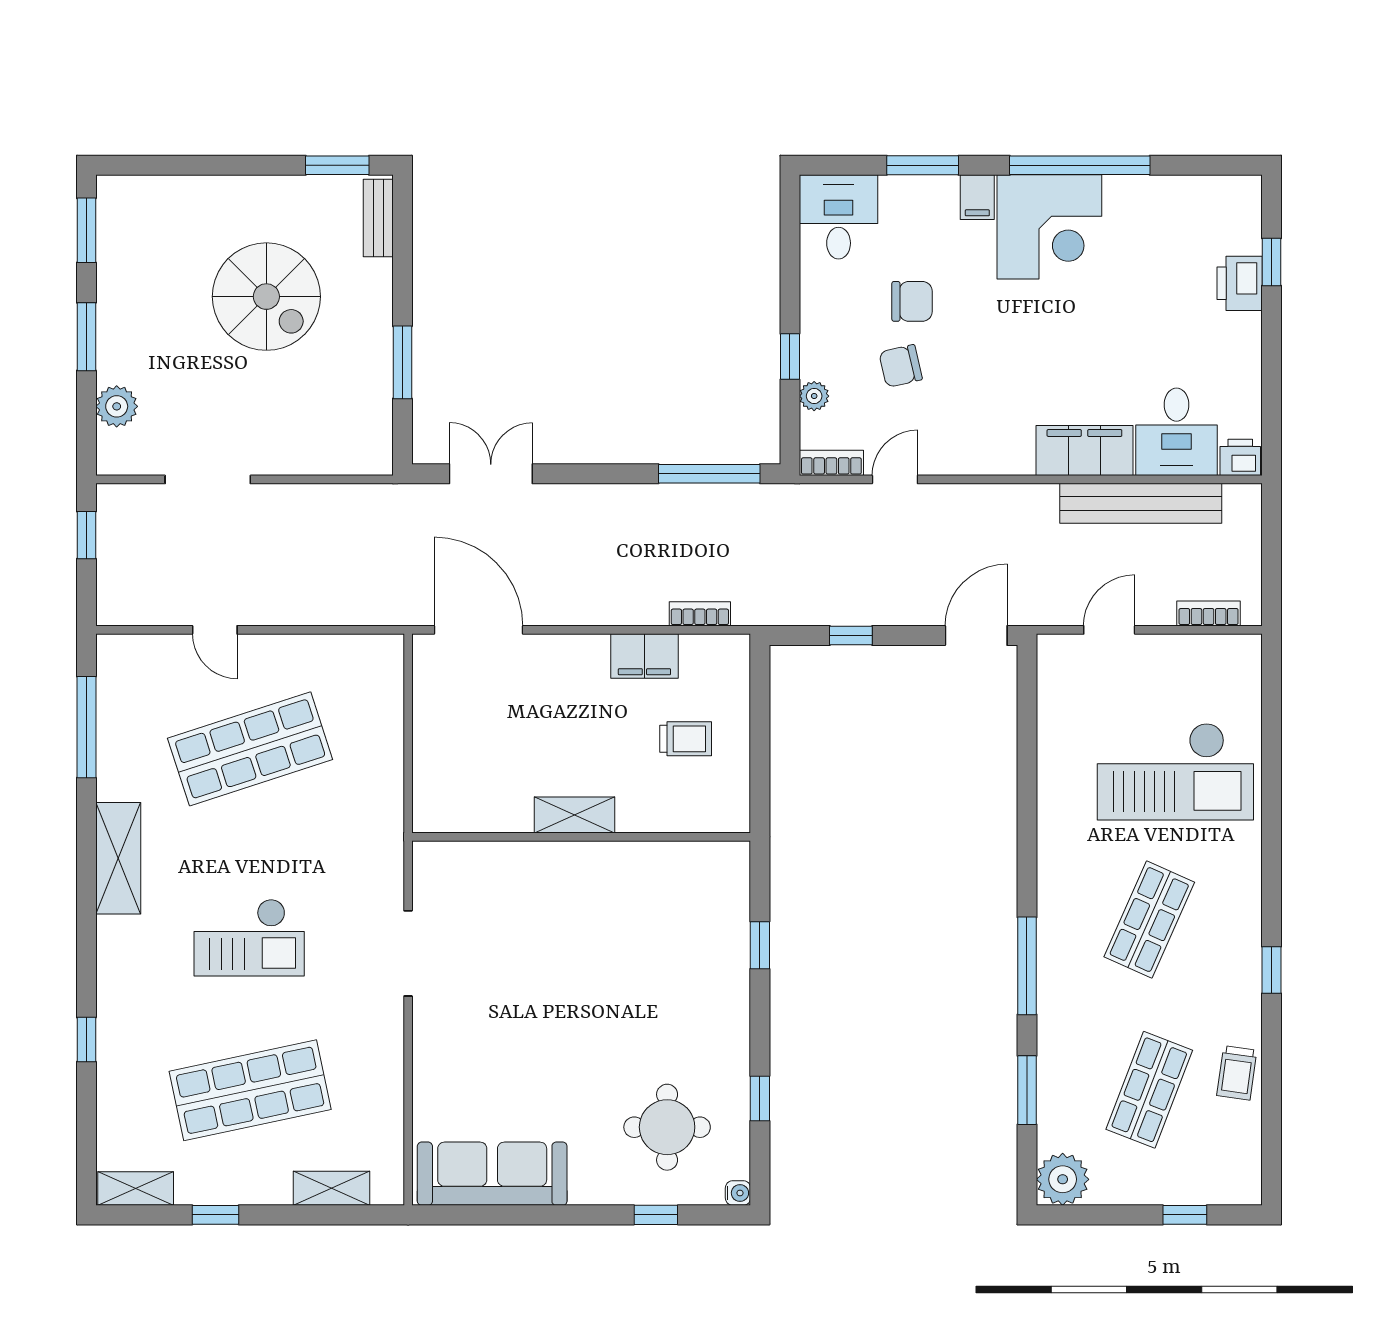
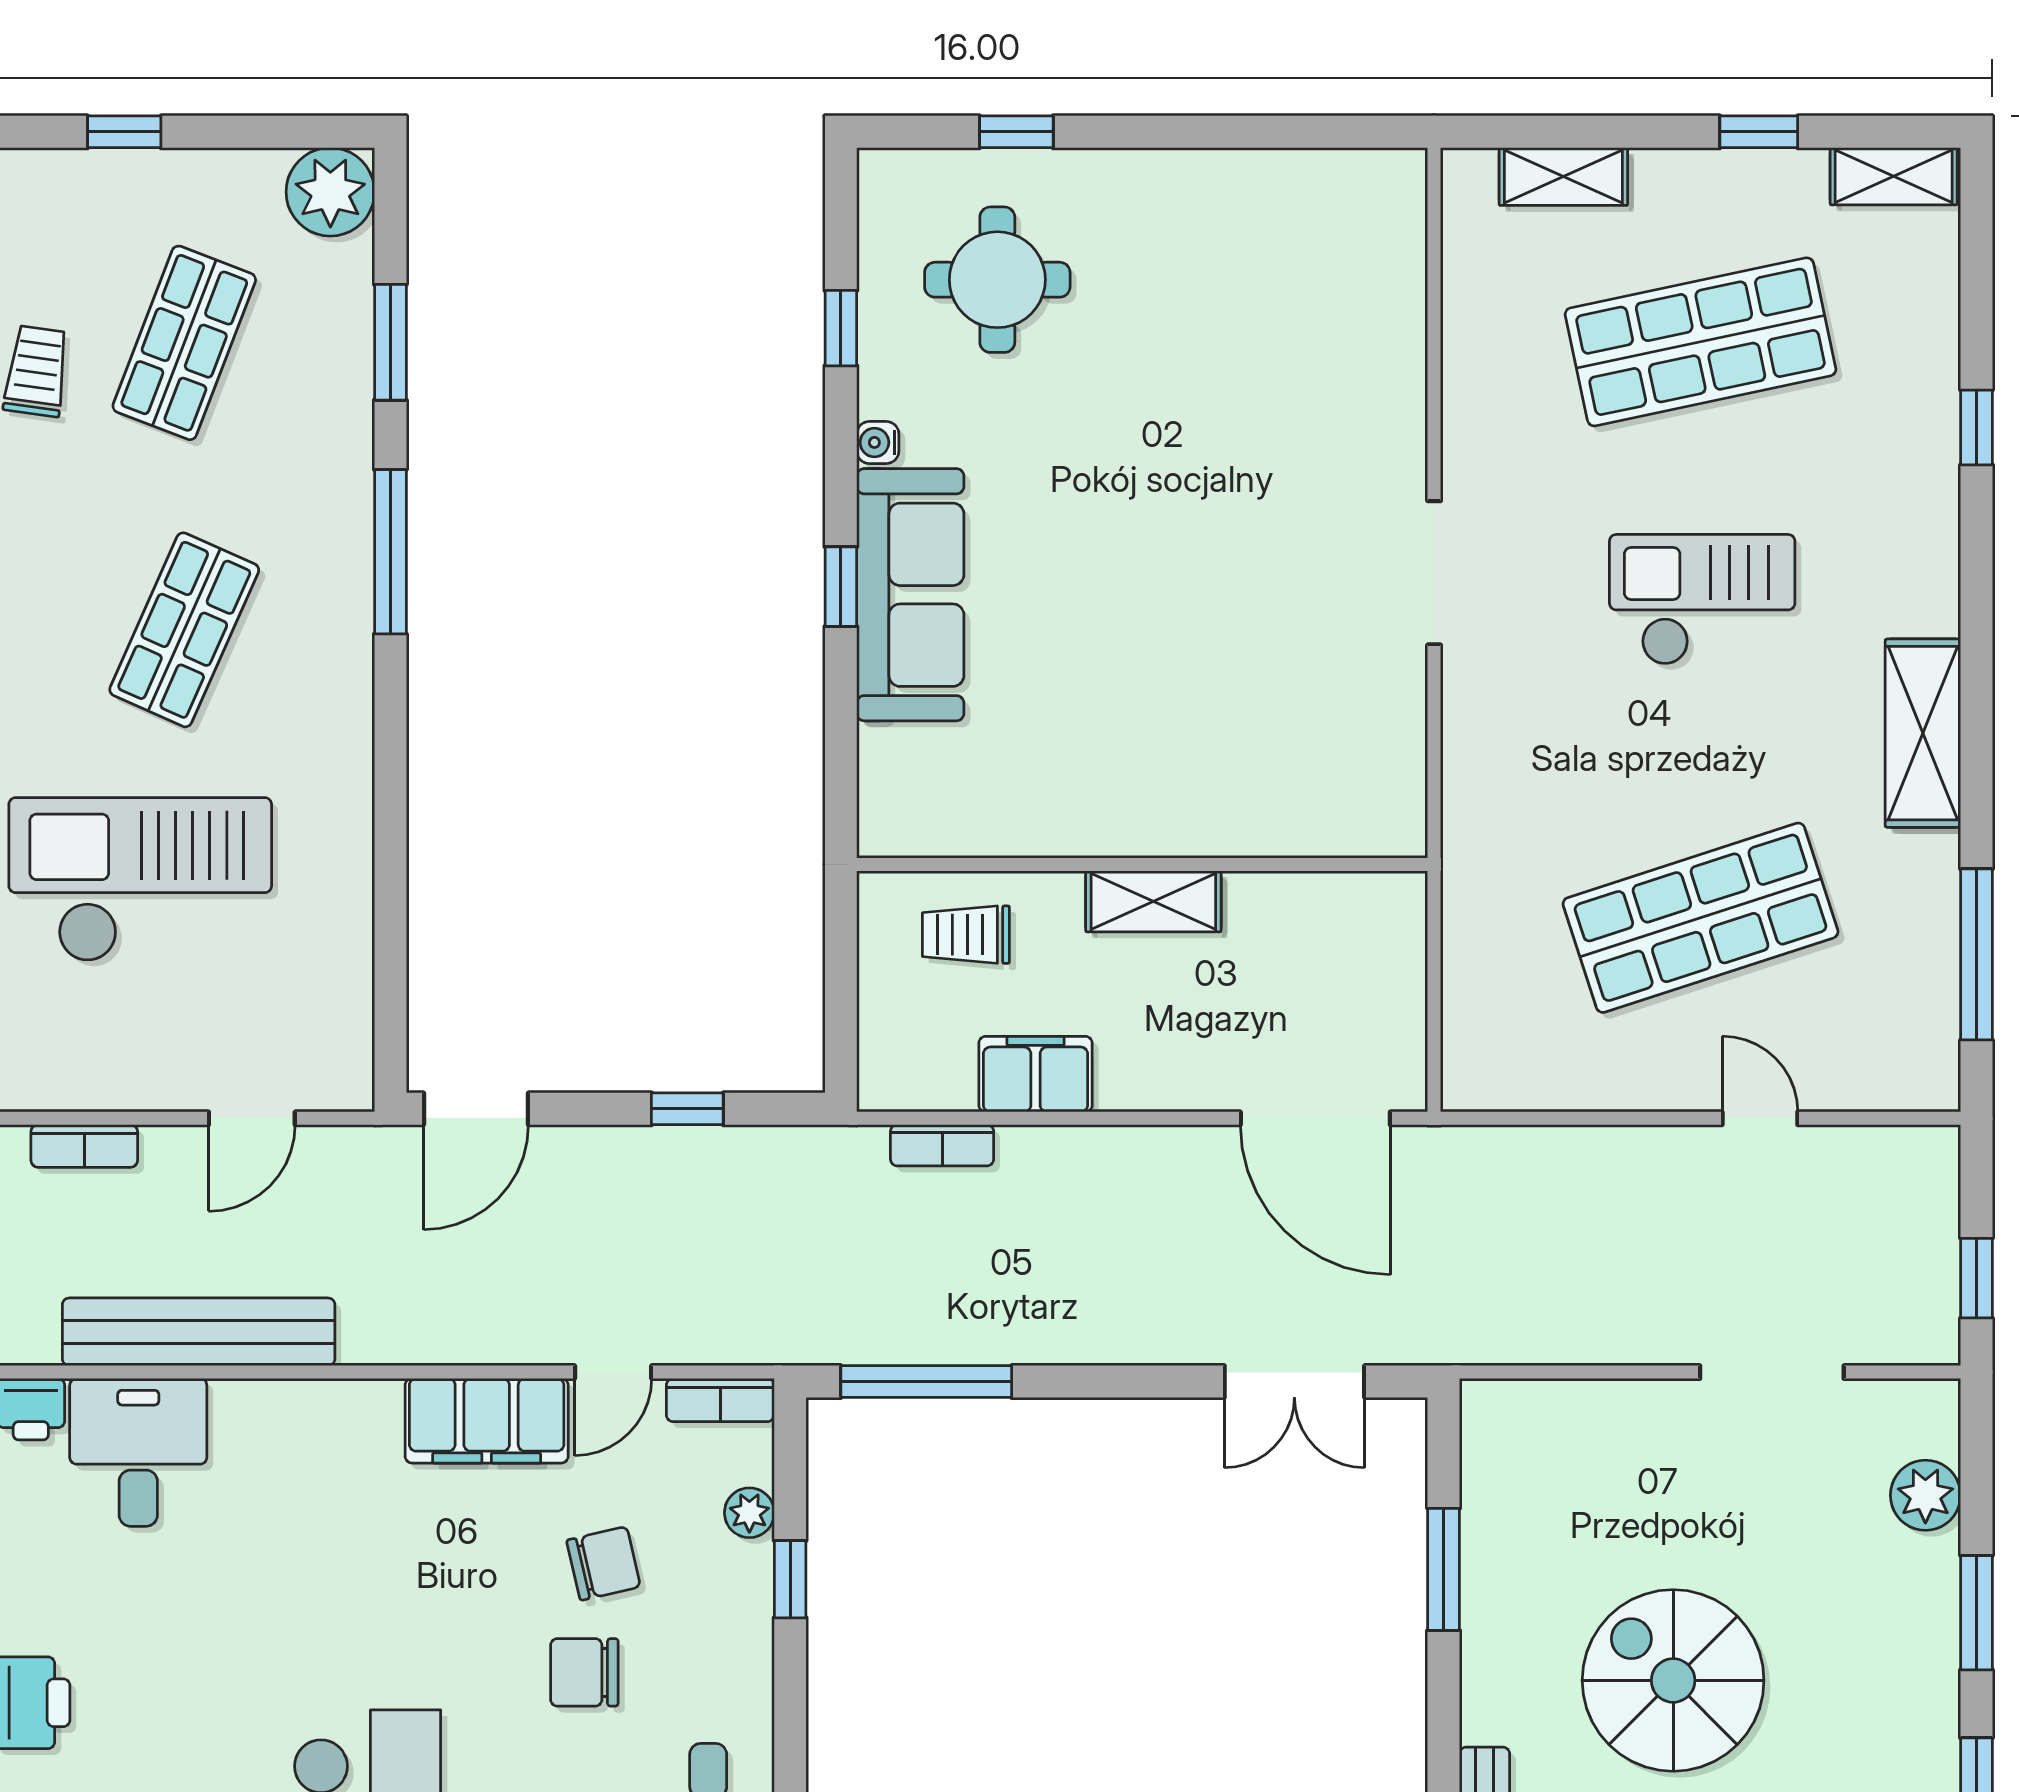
filing cabinet: (1084, 451) -> (487, 1421), moved
shelving: (575, 815) -> (1153, 901), moved
wall: (581, 837) -> (1142, 865), moved
sofa: (492, 1174) -> (910, 595), moved, turned -90
water cooler: (738, 1193) -> (878, 442), moved

